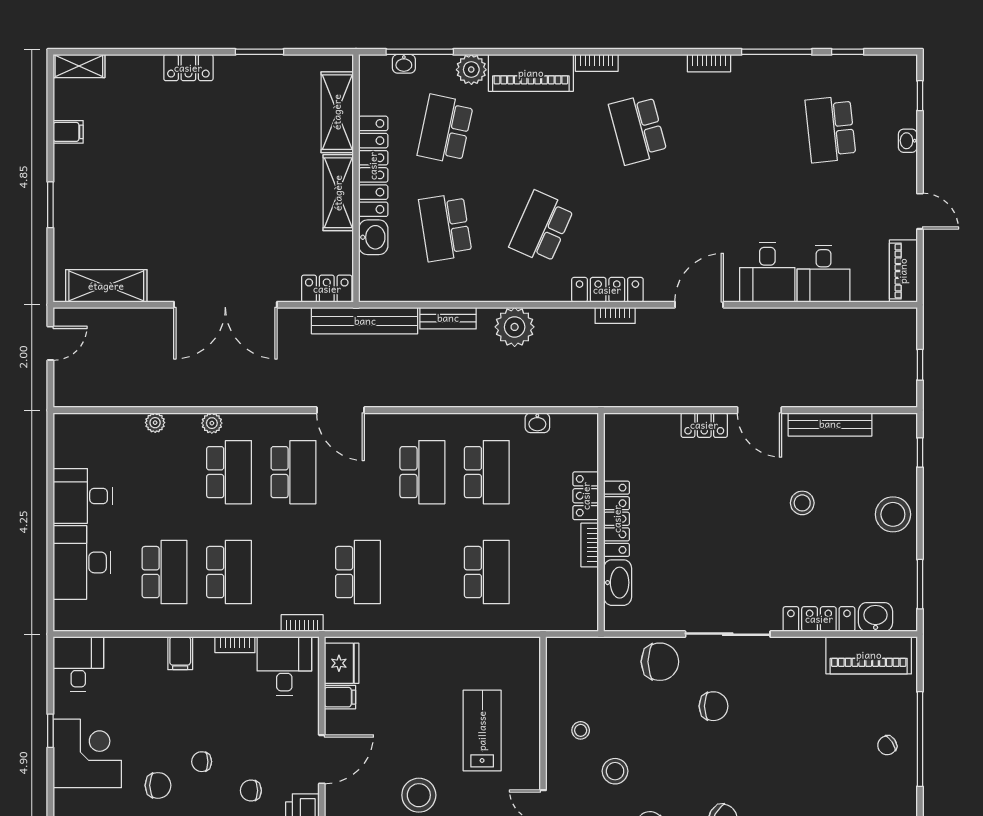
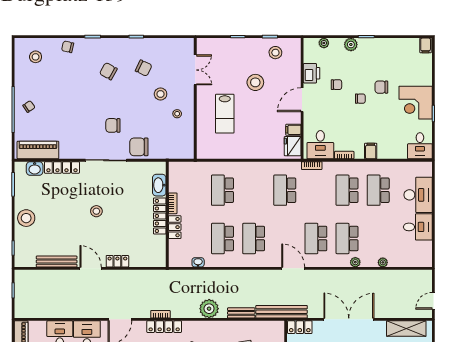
stool: (802, 503) -> (96, 211), moved

